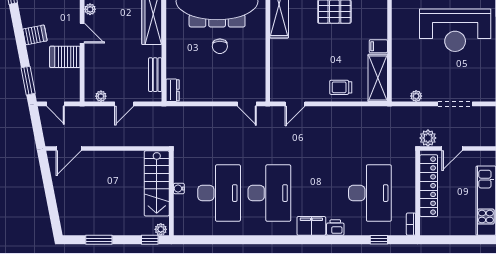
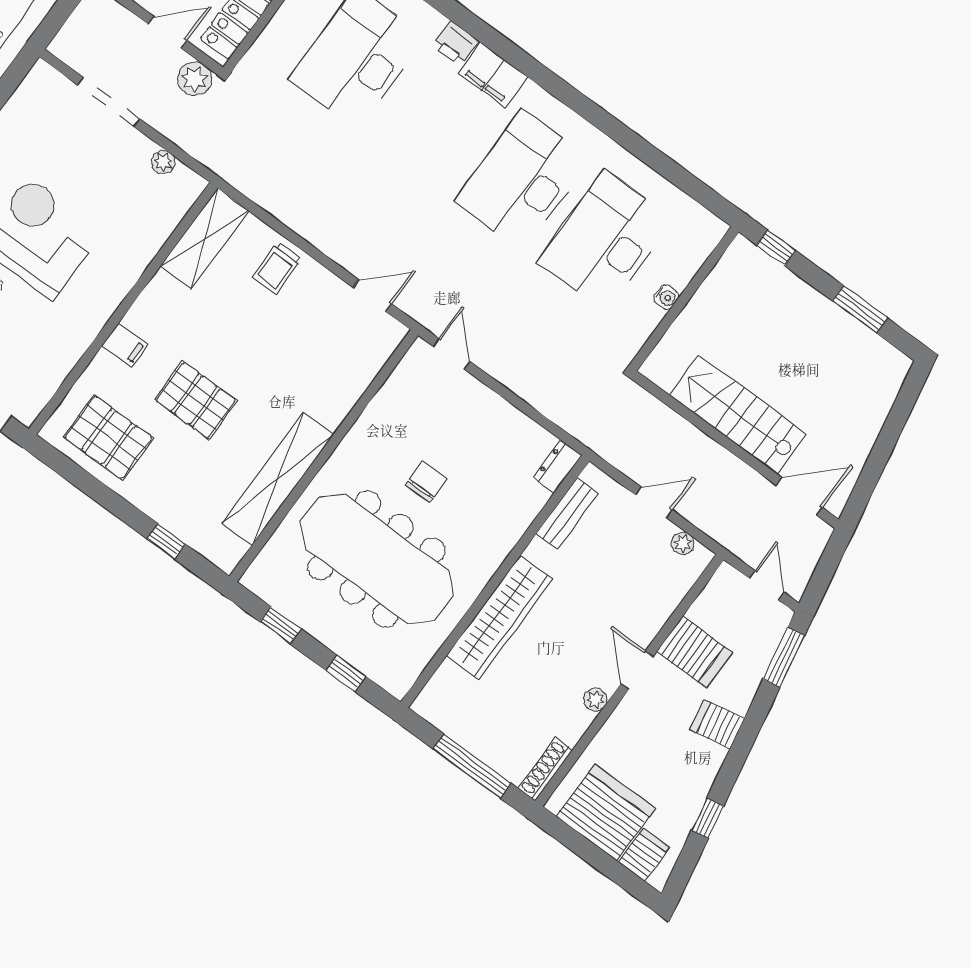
filing cabinet: (378, 46) -> (125, 345), moved
trolley: (341, 87) -> (277, 268), turned 90
stairs: (157, 183) -> (738, 414), moved, turned -90
plant: (161, 229) -> (745, 252), removed

